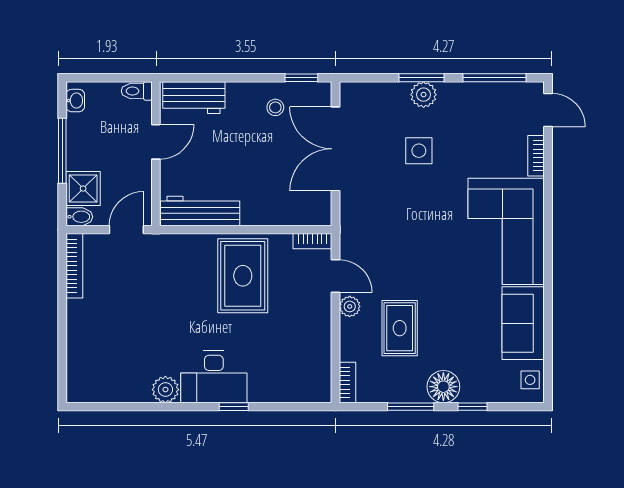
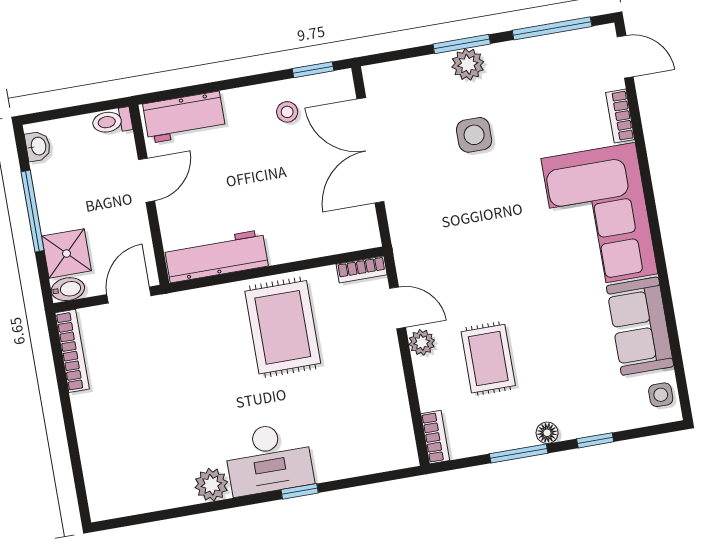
floor lamp: (443, 387) -> (547, 433), width x0.53, depth x0.53

